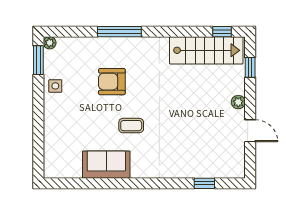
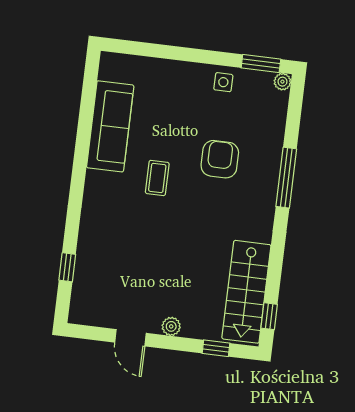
door: (250, 131) -> (130, 338), hinge flipped
sofa: (106, 165) -> (110, 126), width x1.36

